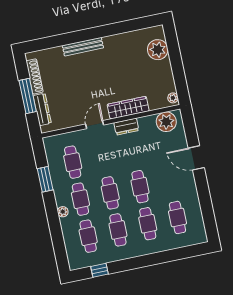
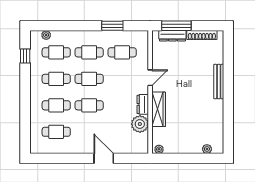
plant: (158, 50) -> (207, 149), width x0.53, depth x0.53
window: (28, 96) -> (176, 26), moved
plant: (166, 122) -> (140, 124), moved
door: (95, 125) -> (150, 78), hinge flipped
door: (196, 158) -> (104, 158), hinge flipped
plant: (63, 212) -> (46, 35), moved

